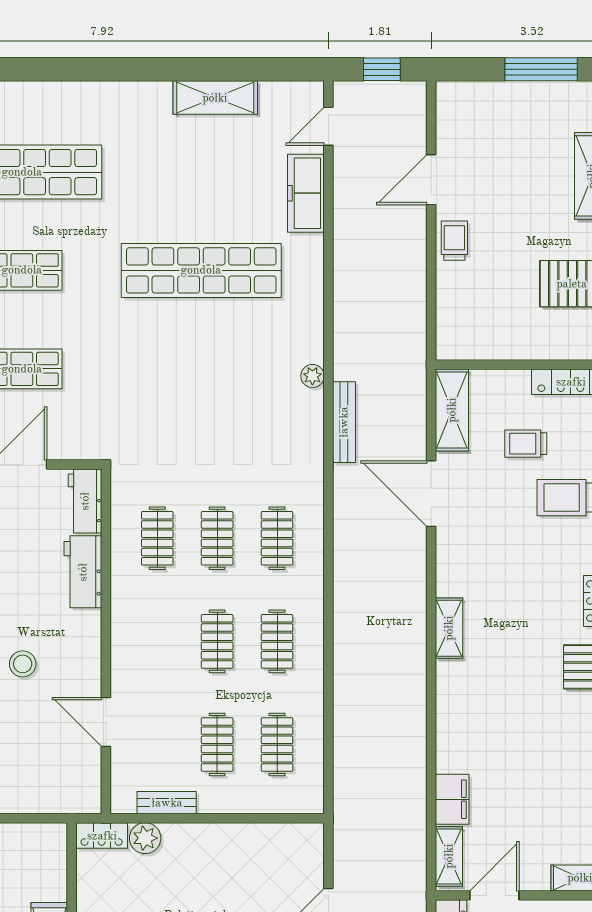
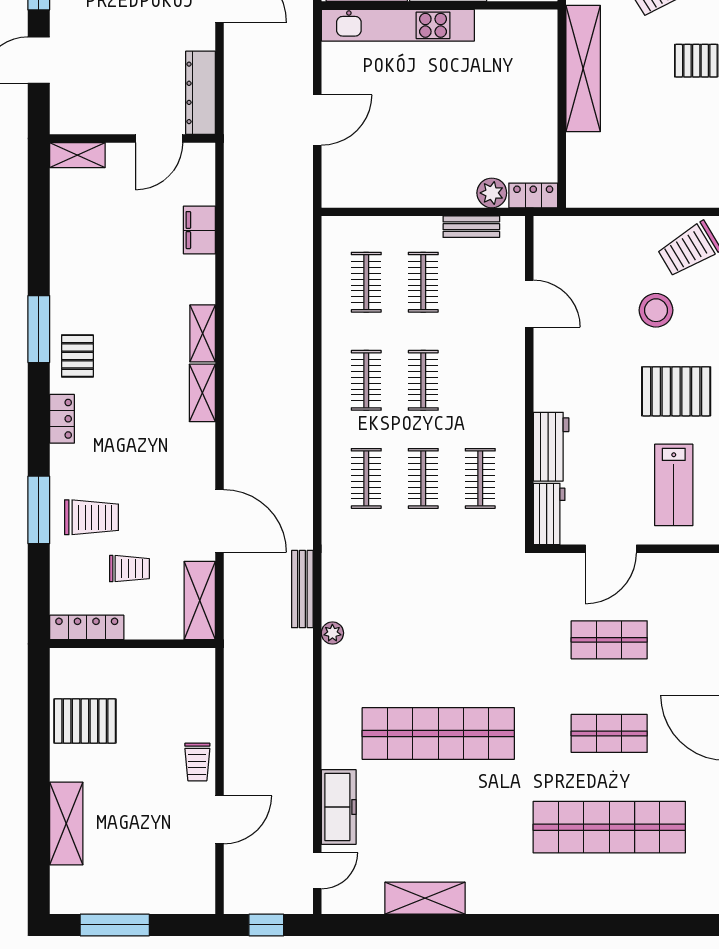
stool: (23, 664) -> (608, 359), removed
shelving: (449, 856) -> (203, 333), moved

